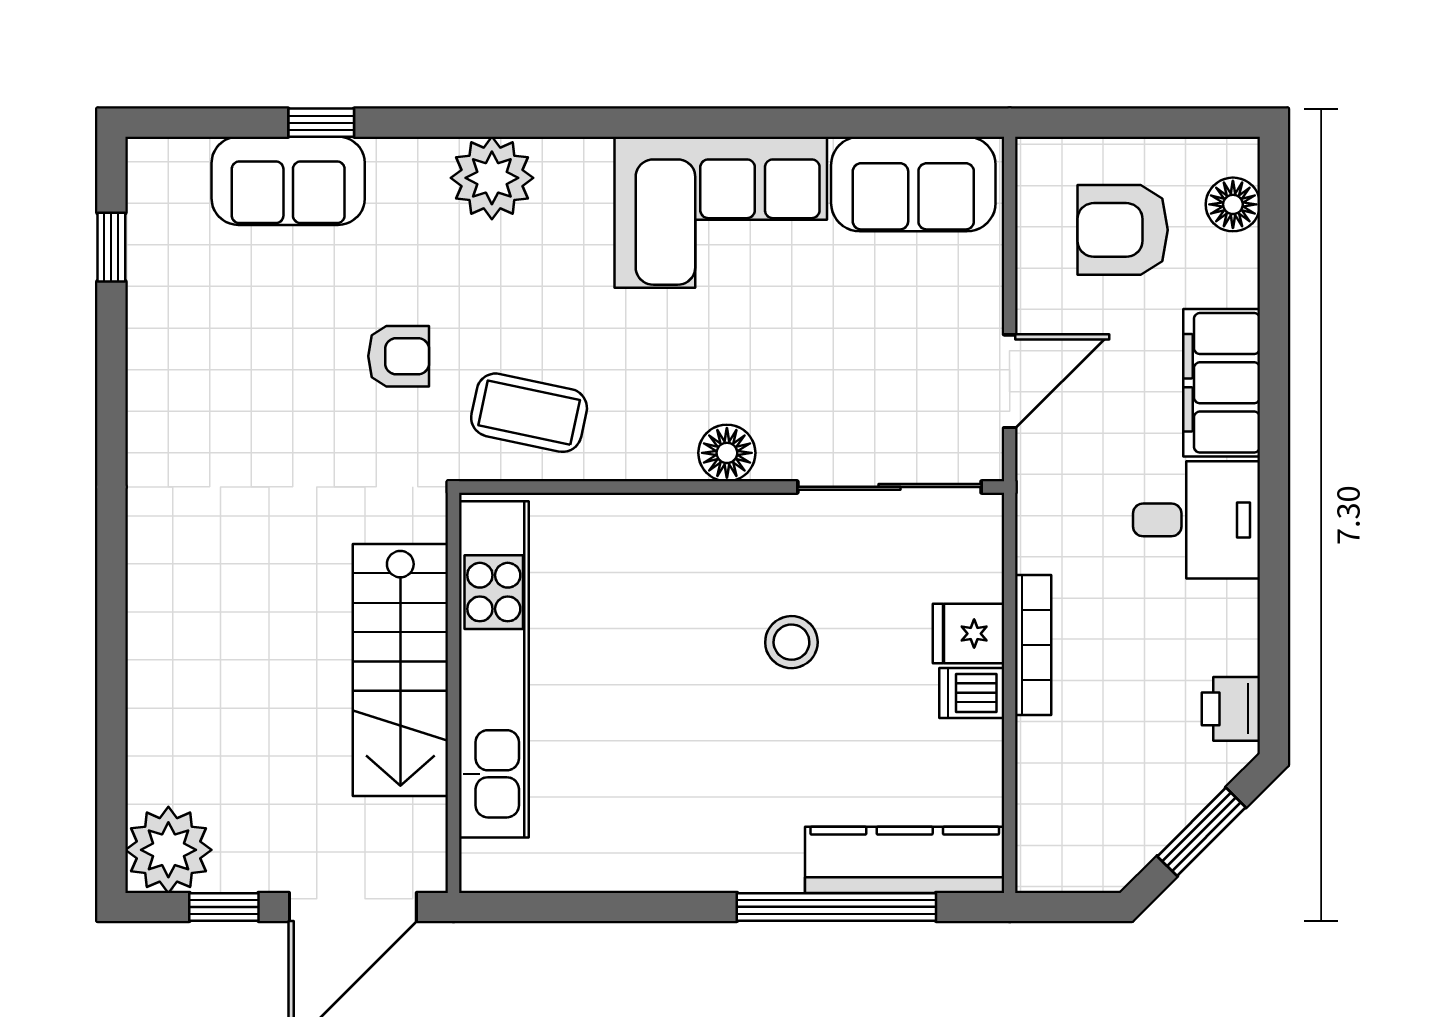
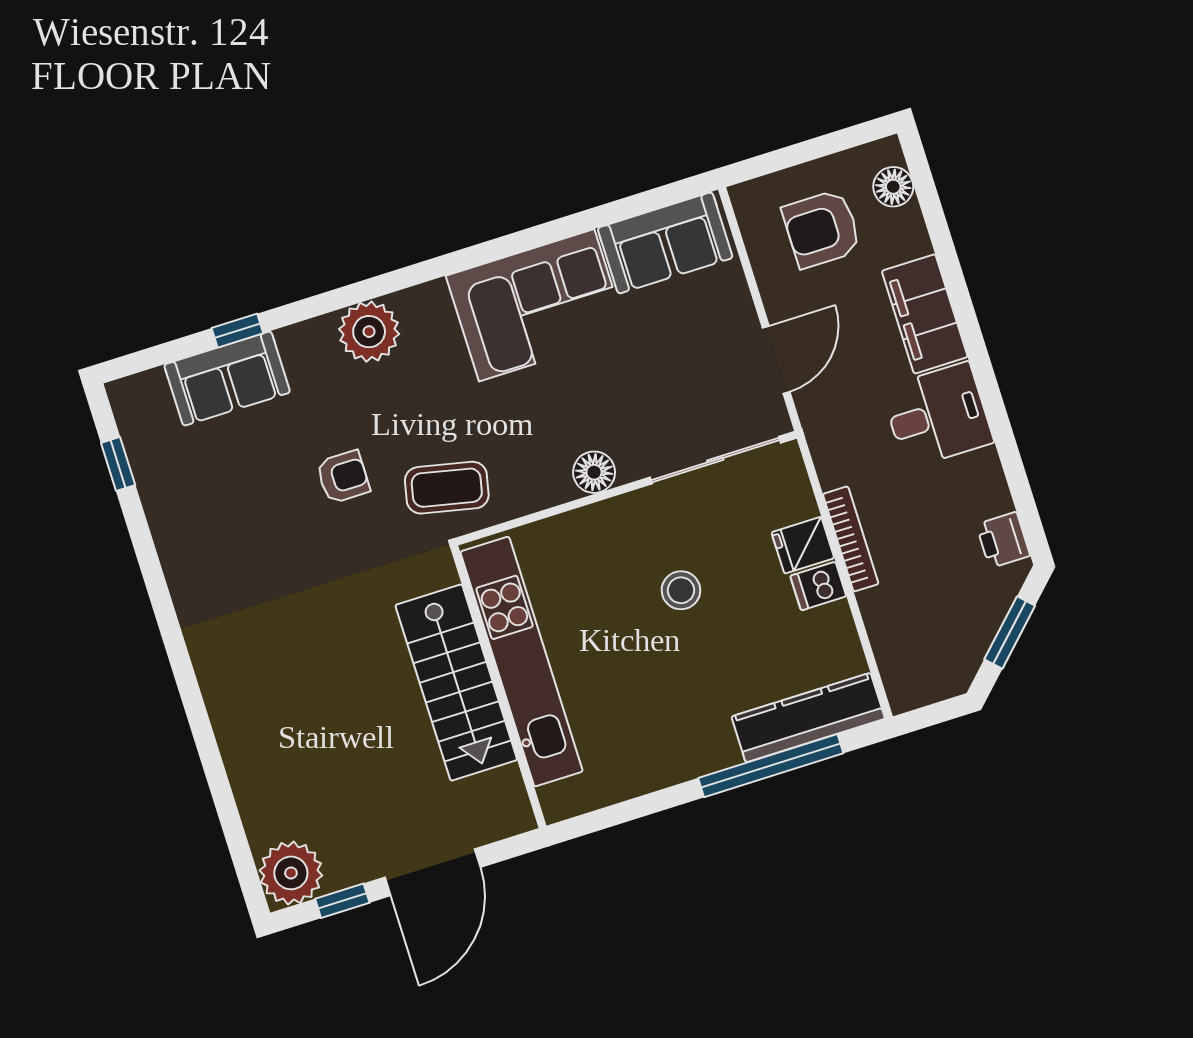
kitchen unit: (494, 669) -> (522, 662), moved
stairs: (400, 670) -> (456, 683), moved
wall: (453, 693) -> (498, 687), moved

